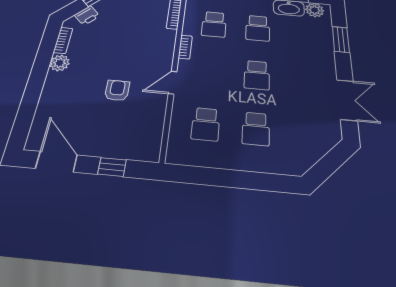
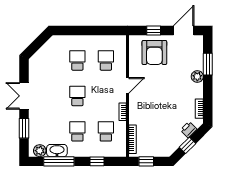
plant: (60, 63) -> (197, 77), moved
armchair: (117, 90) -> (154, 52), moved, width x1.88, depth x1.88
double door: (347, 100) -> (24, 96), moved
window: (30, 102) -> (208, 64), added
door: (57, 162) -> (184, 31), swing flipped

